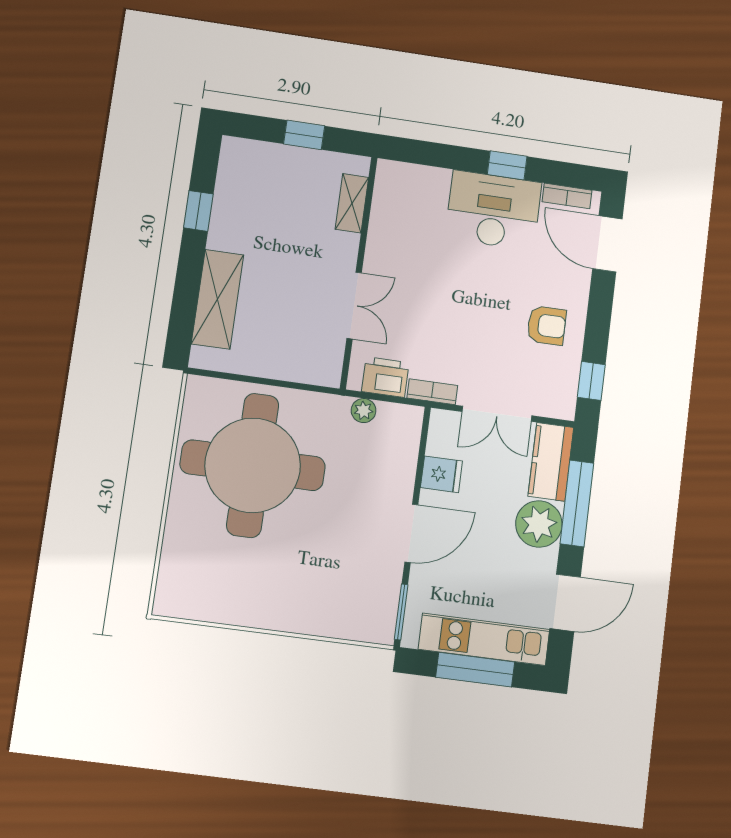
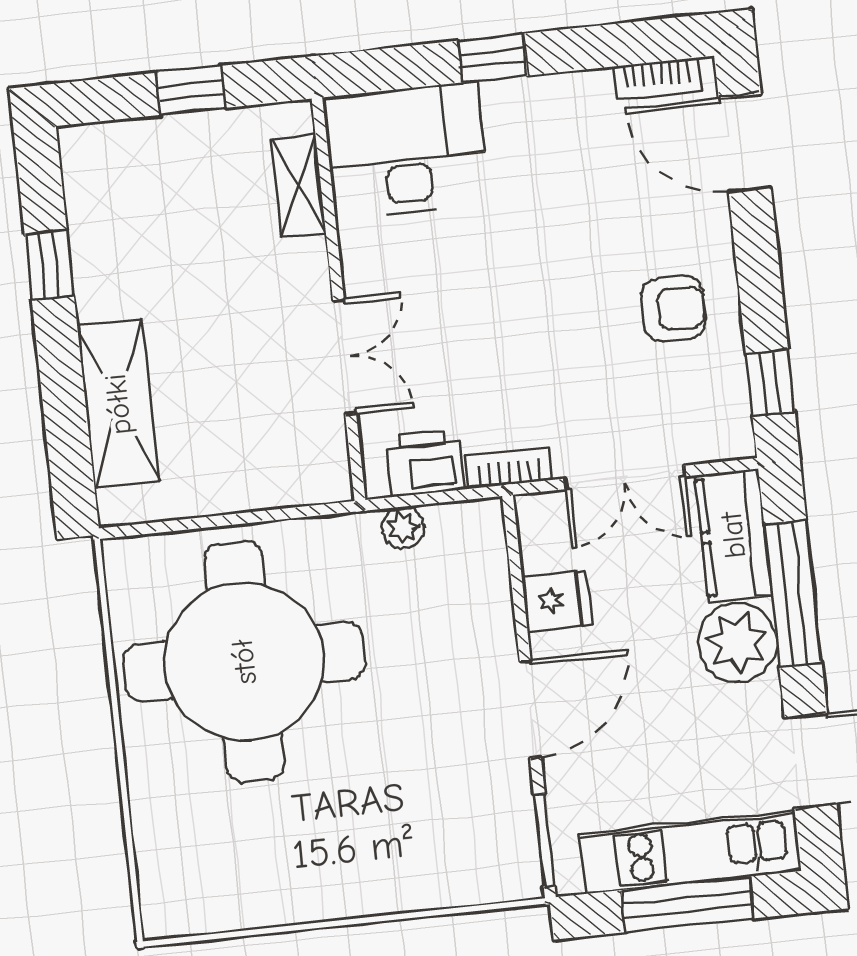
window: (507, 165) -> (493, 58), moved
desk: (493, 210) -> (406, 150), moved

